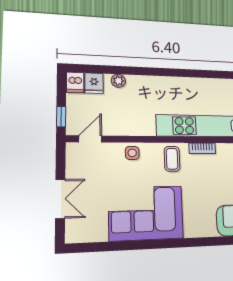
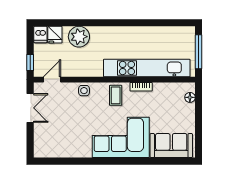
plant: (118, 81) -> (79, 37), width x1.87, depth x1.87
double door: (60, 199) -> (30, 108), moved
corner sofa: (146, 213) -> (121, 137), moved

